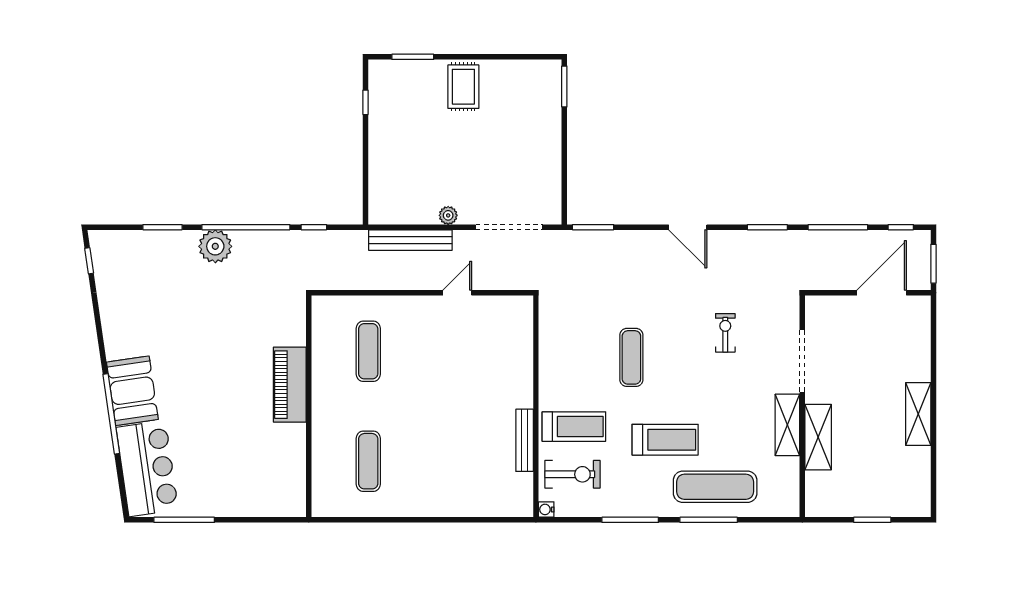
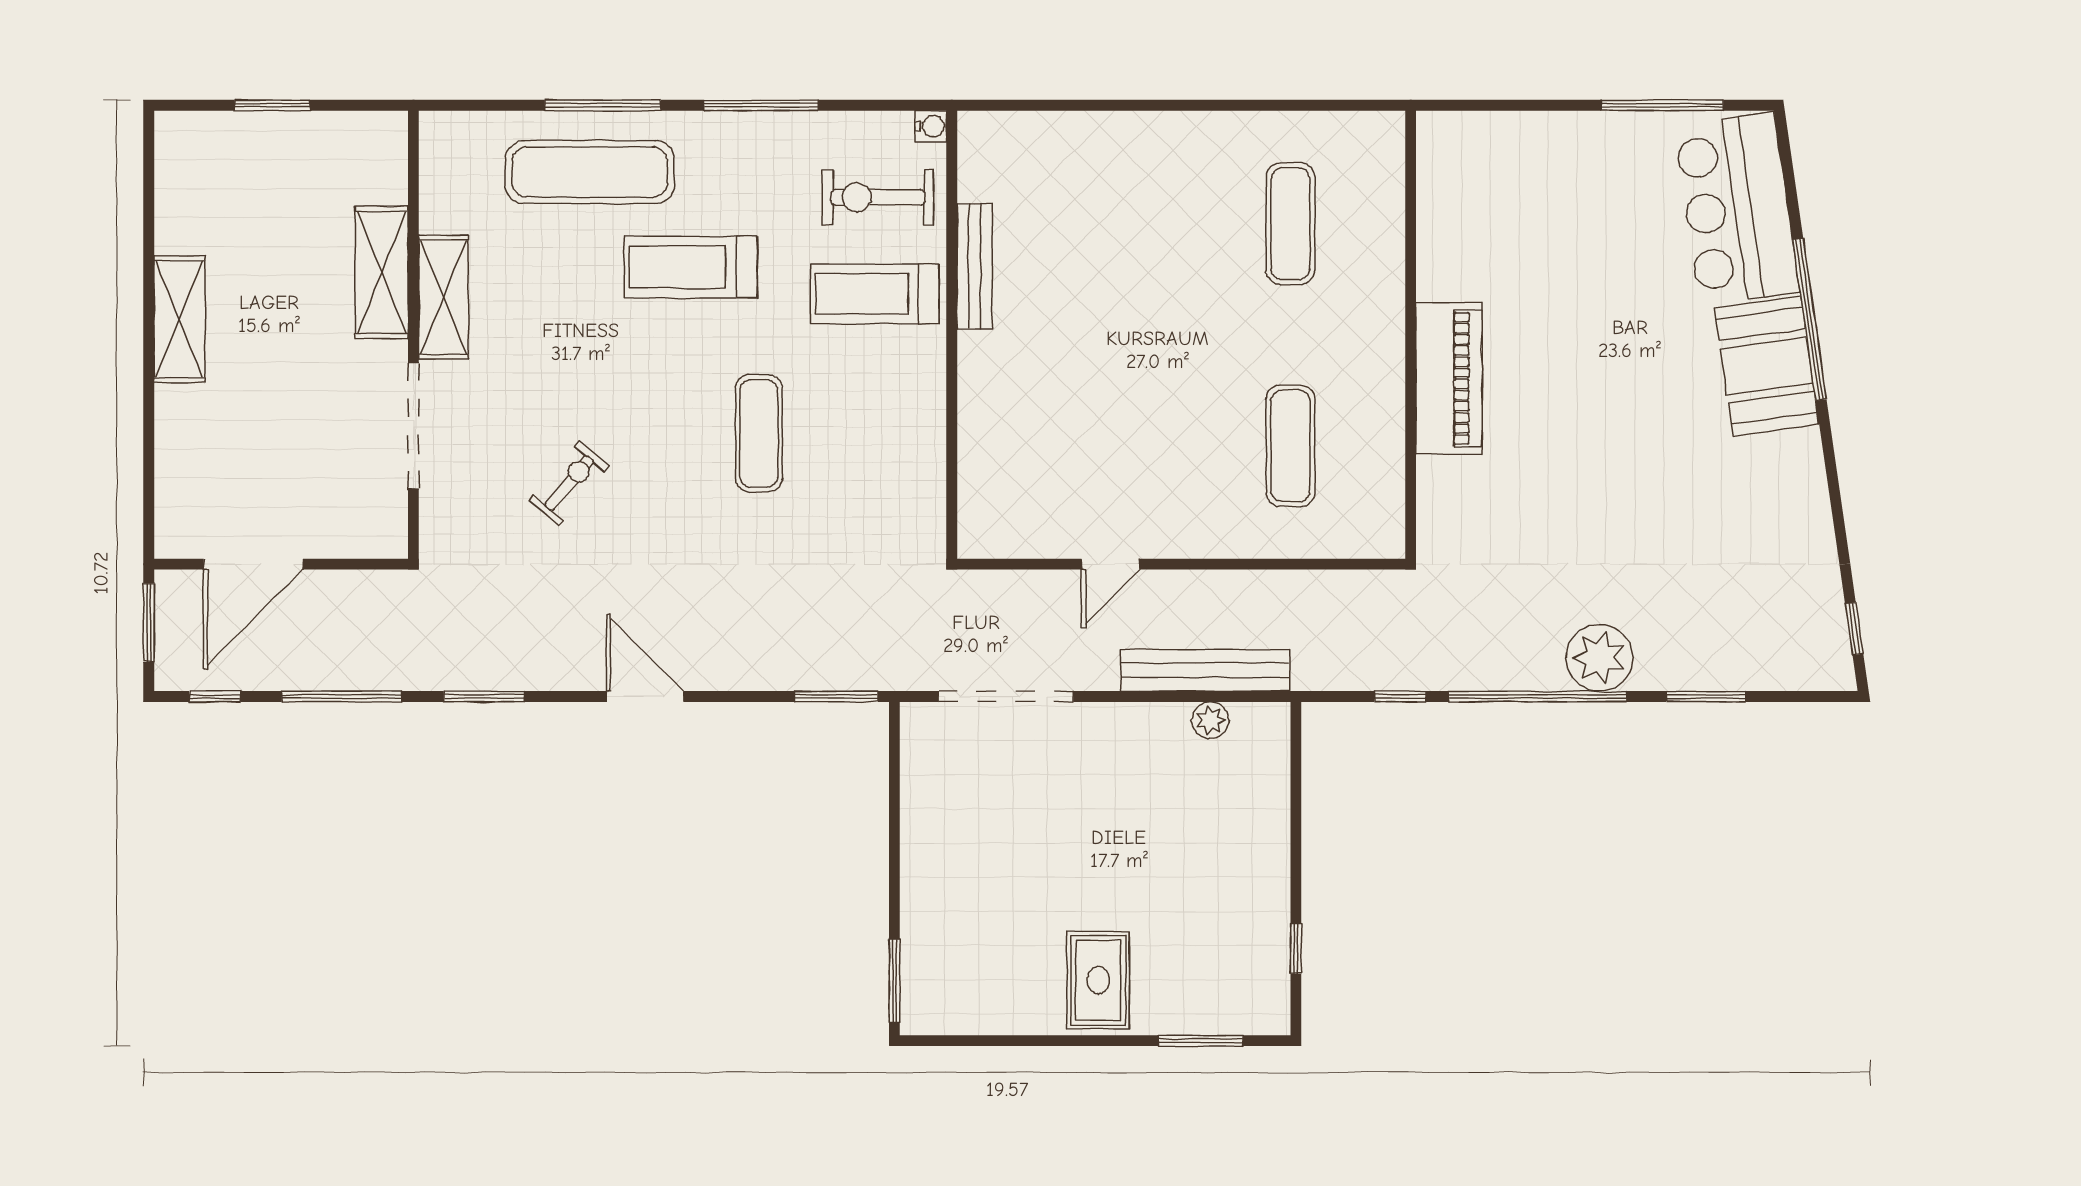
plant: (448, 215) -> (1210, 720), moved
exercise bike: (725, 333) -> (569, 483), turned -140

